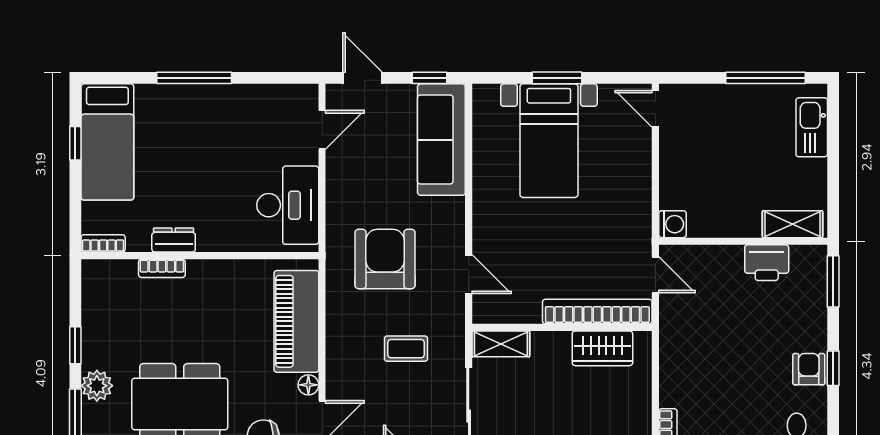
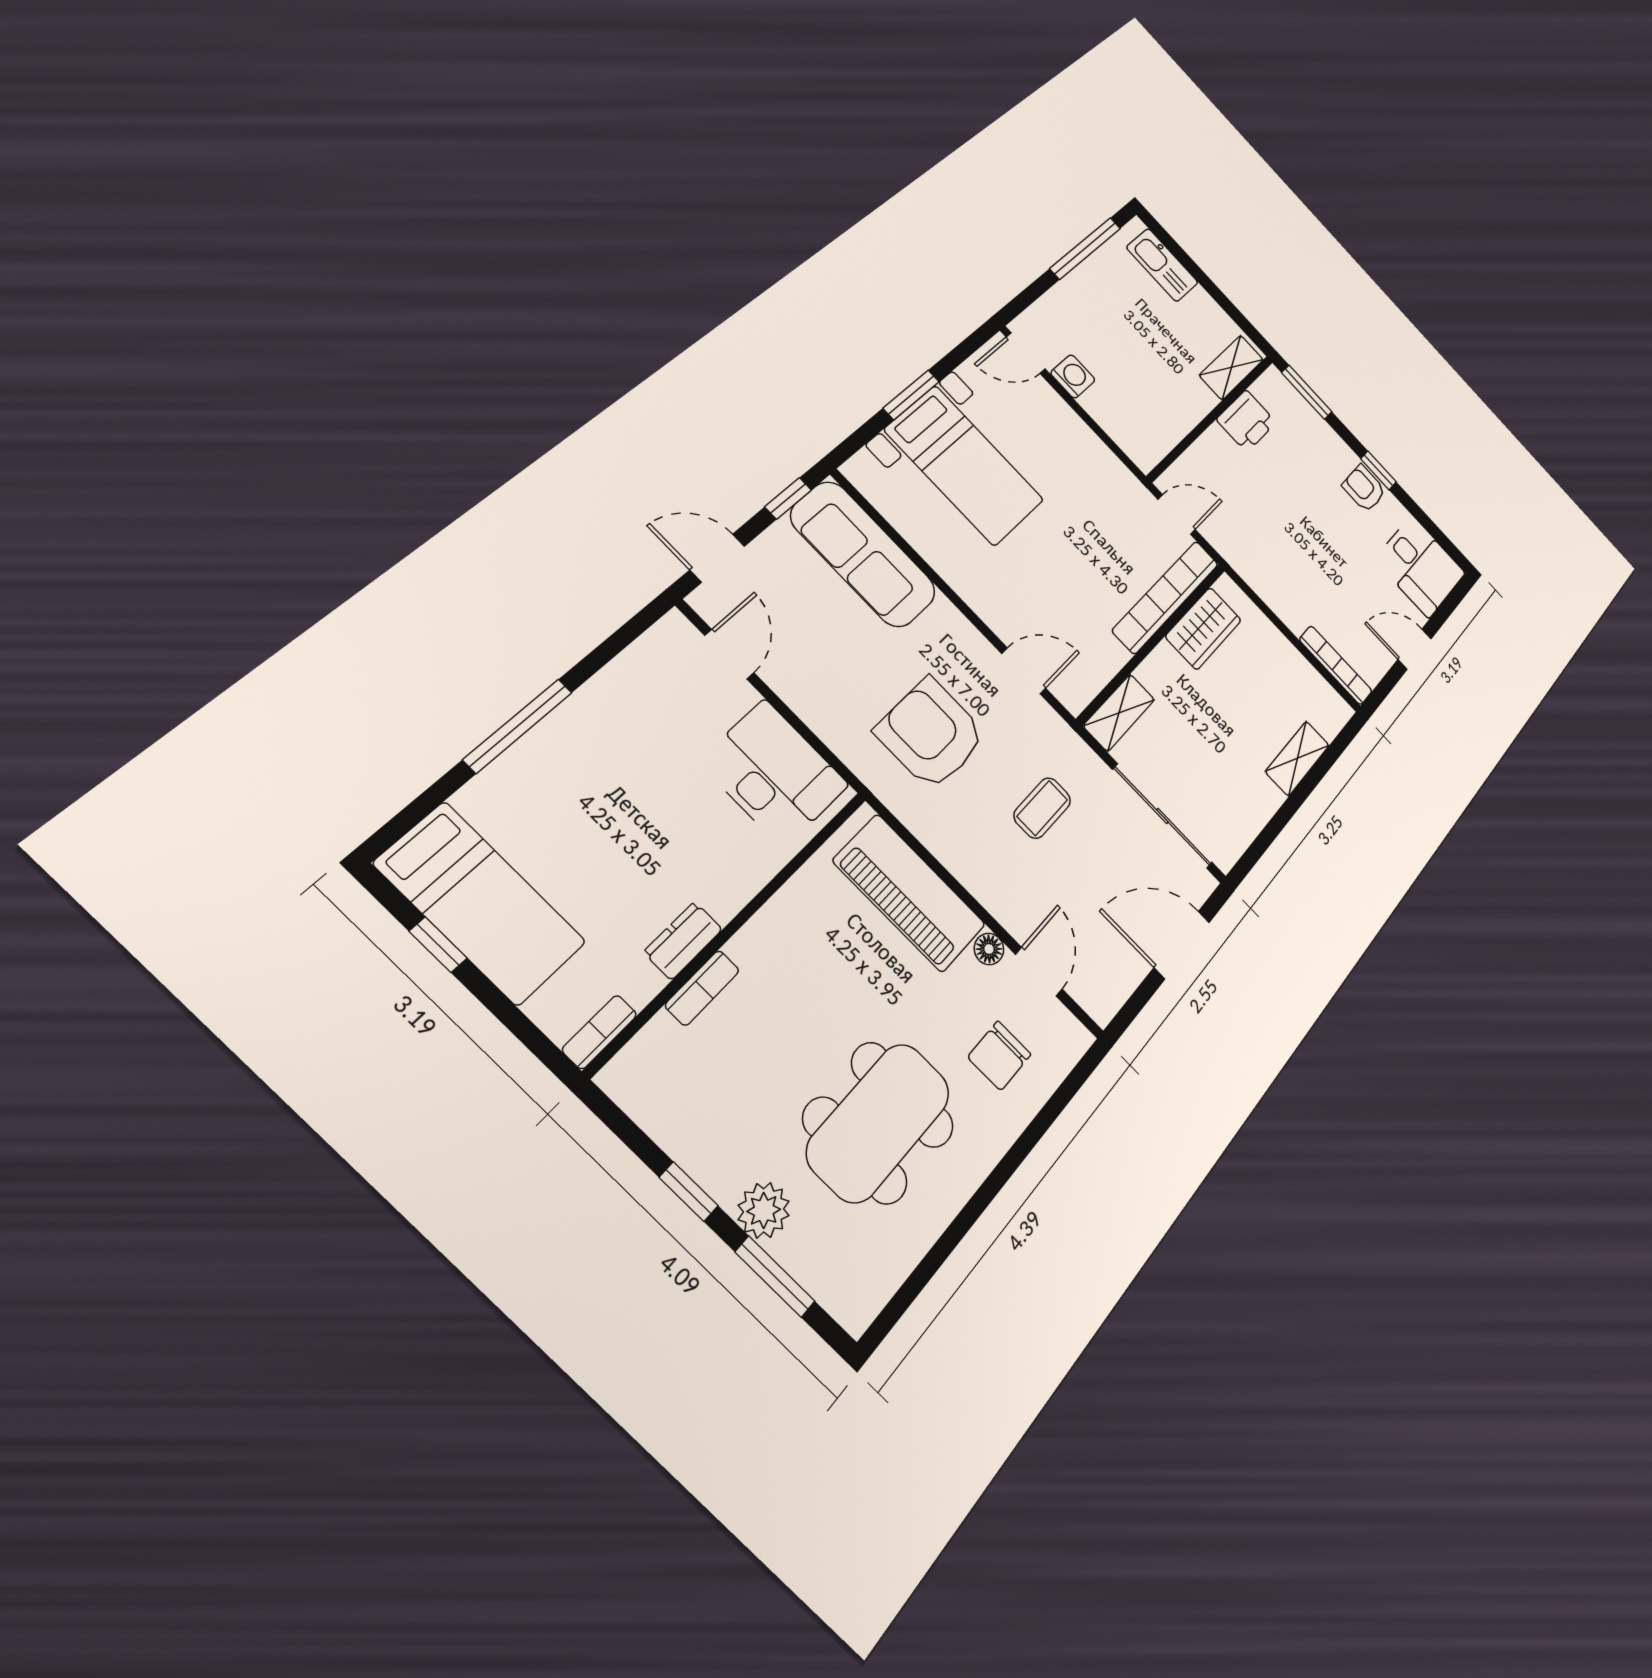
washing machine: (672, 224) -> (1073, 376), moved

